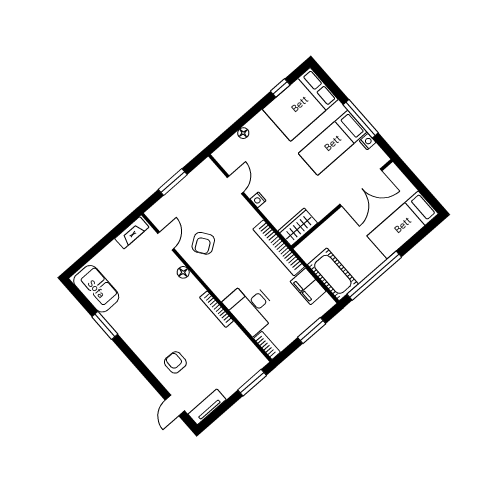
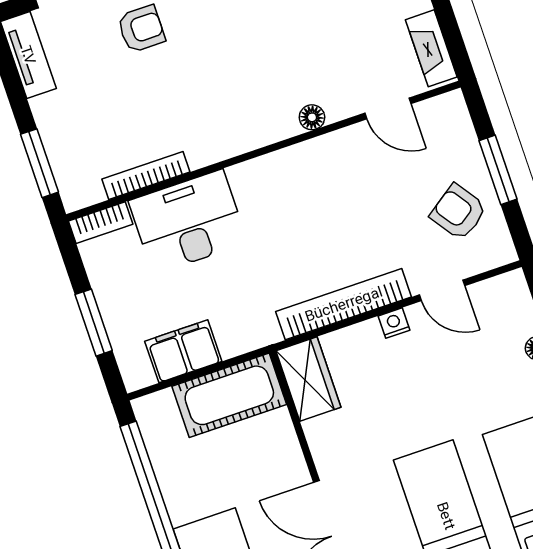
armchair: (203, 243) -> (458, 212), moved
bookcase: (279, 248) -> (344, 304), moved
cot: (333, 274) -> (229, 395), moved
bookcase: (216, 309) -> (146, 176), moved

